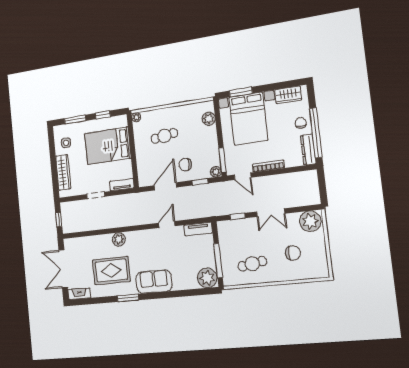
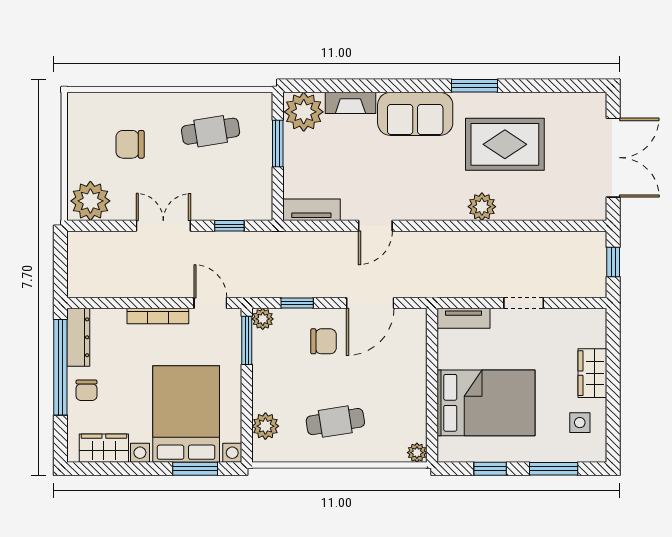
cafe table: (164, 136) -> (335, 422), moved
wardrobe: (63, 172) -> (592, 373), width x0.67
window: (218, 261) -> (278, 144), width x0.69
fireplace: (79, 294) -> (350, 103), moved

